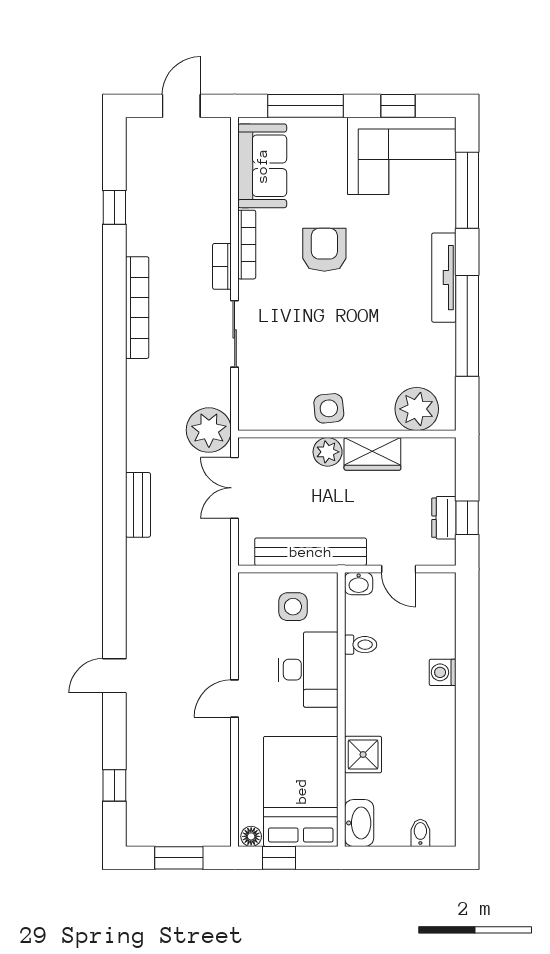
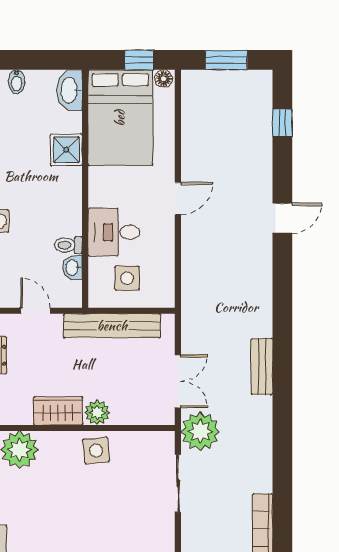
sliding door: (235, 334) -> (178, 483), moved
washbasin: (359, 584) -> (72, 268), moved, turned -90
desk: (308, 670) -> (114, 232), width x0.73

